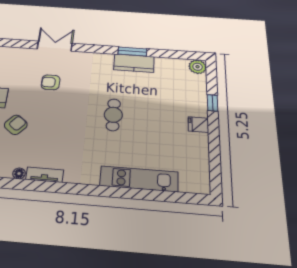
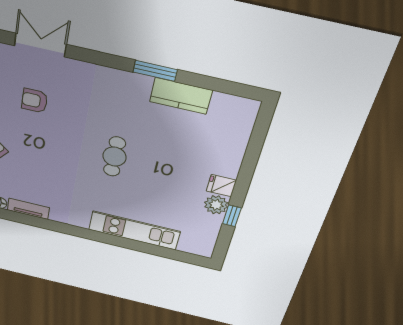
kitchen counter: (134, 63) -> (181, 96), moved
plant: (198, 67) -> (216, 205), moved
window: (212, 103) -> (232, 216), moved

